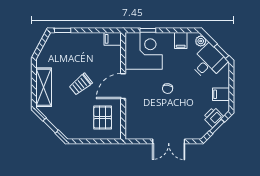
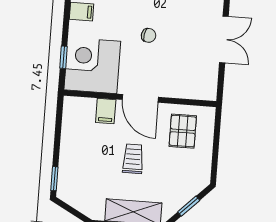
filing cabinet: (113, 39) -> (106, 111), moved
trolley: (81, 84) -> (133, 159), turned -141
pallet: (103, 117) -> (183, 131), turned 90

